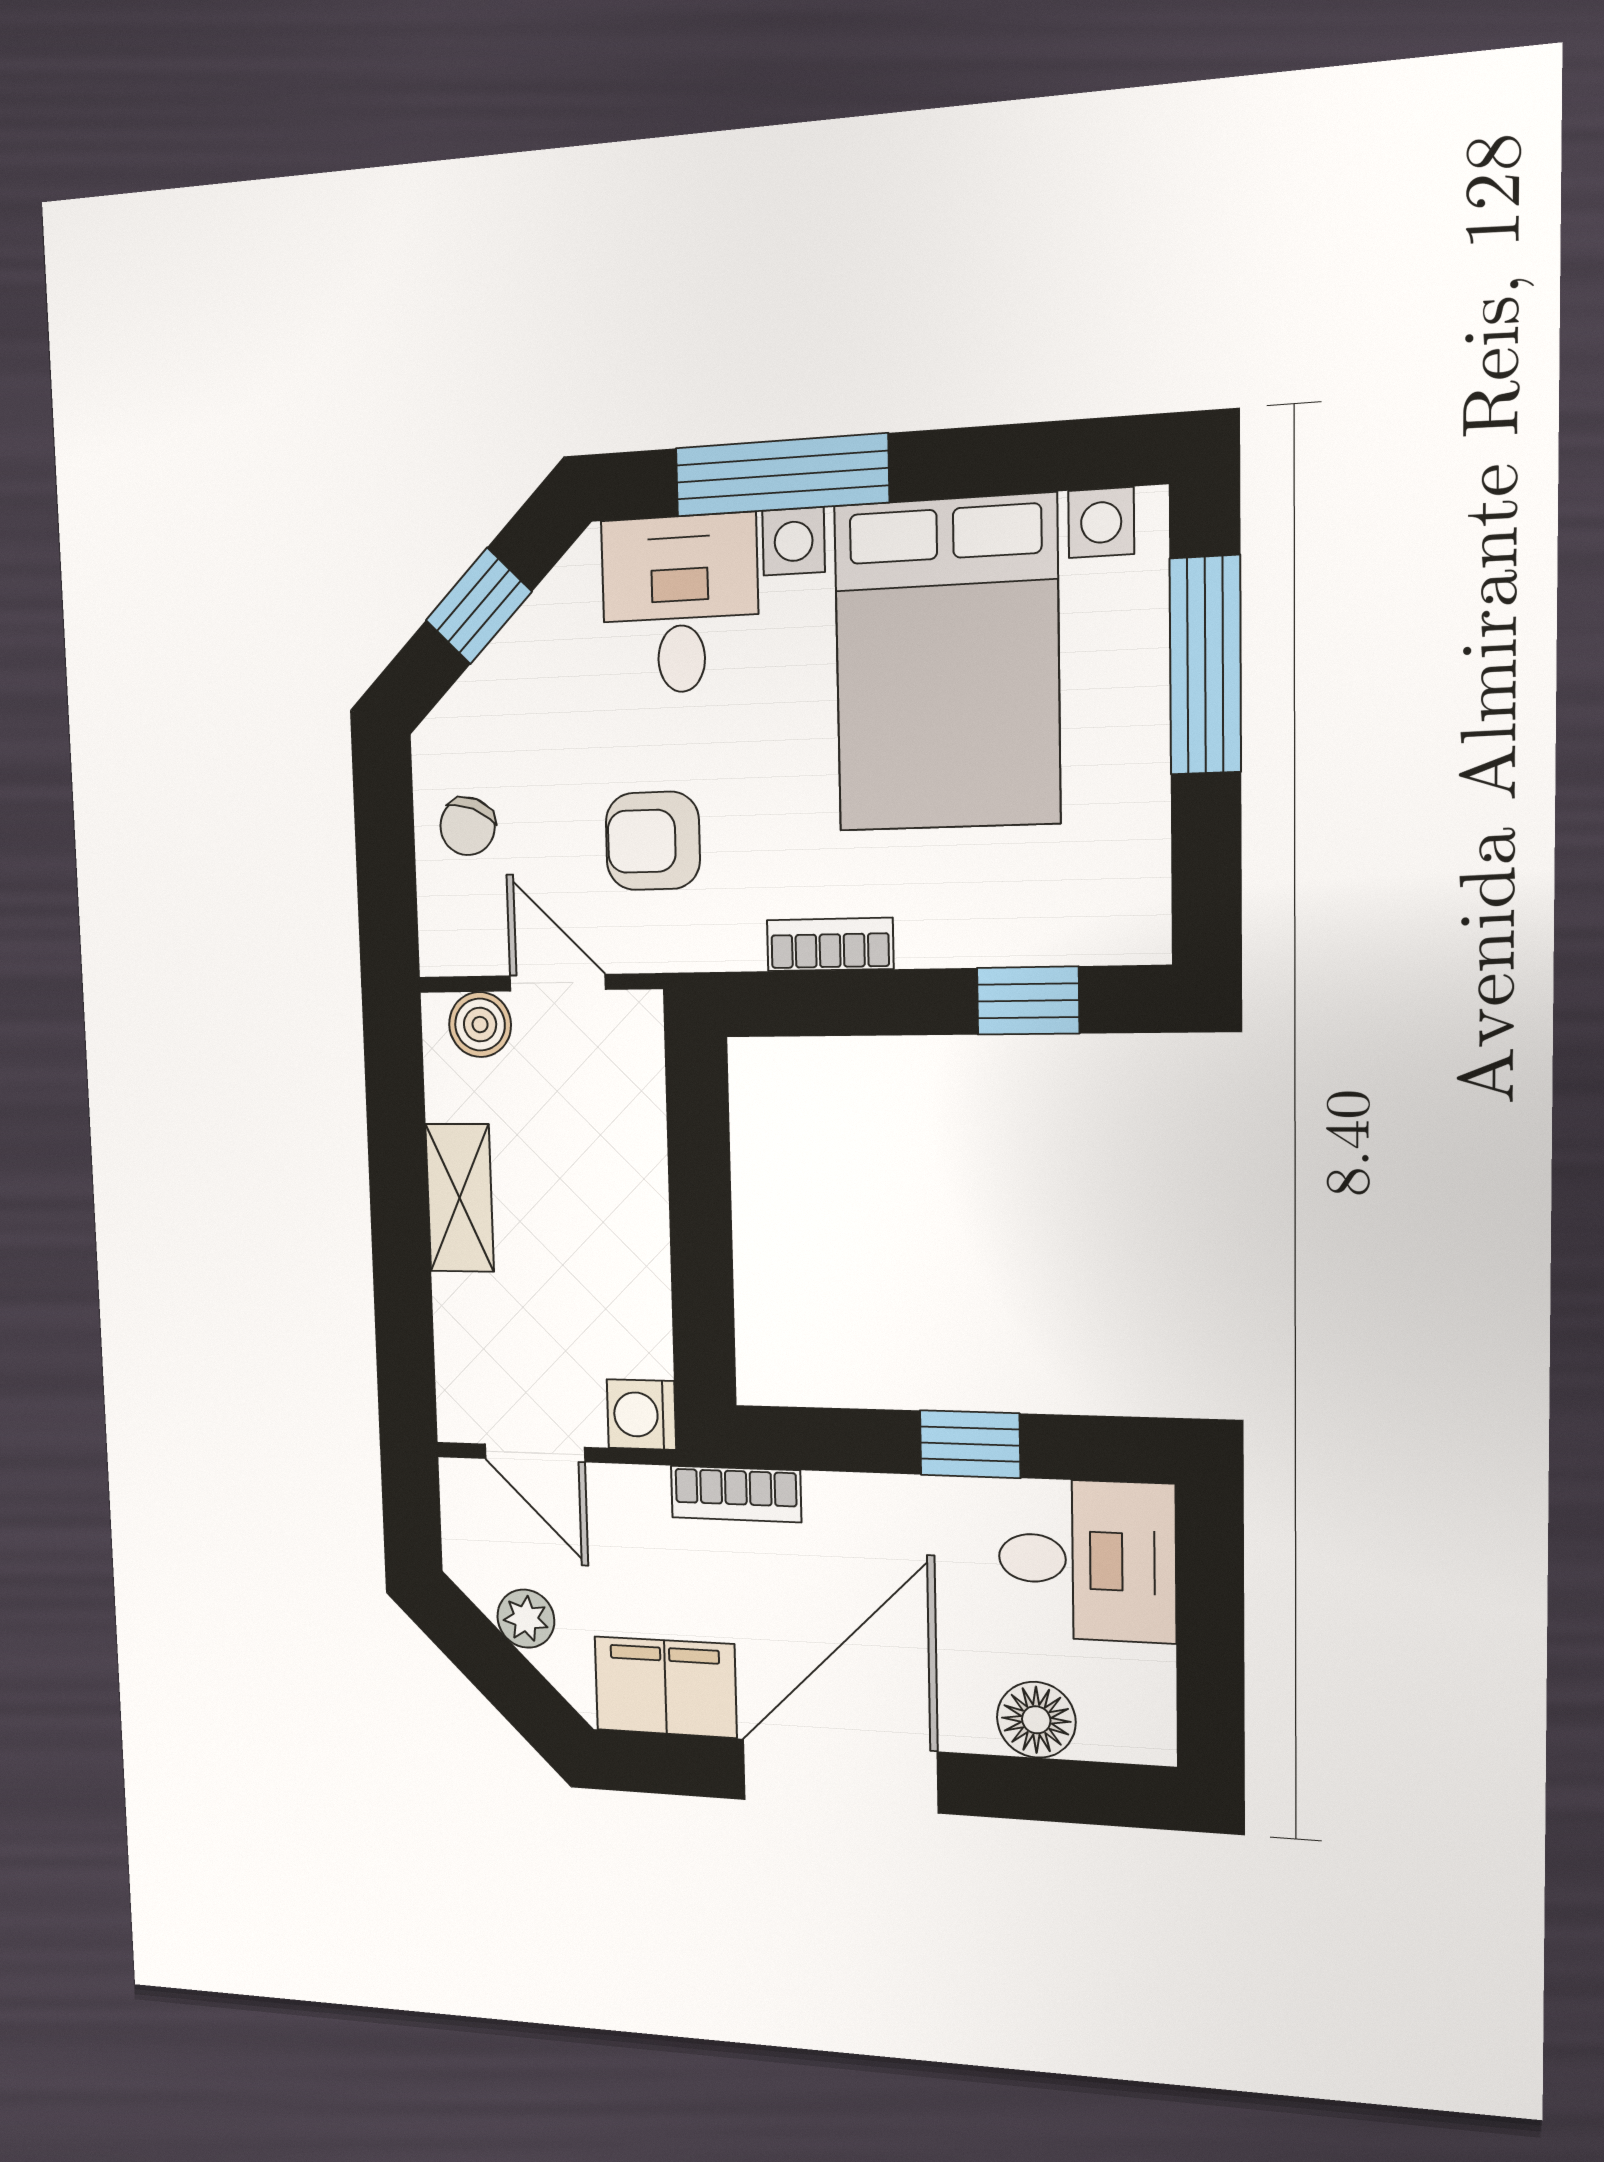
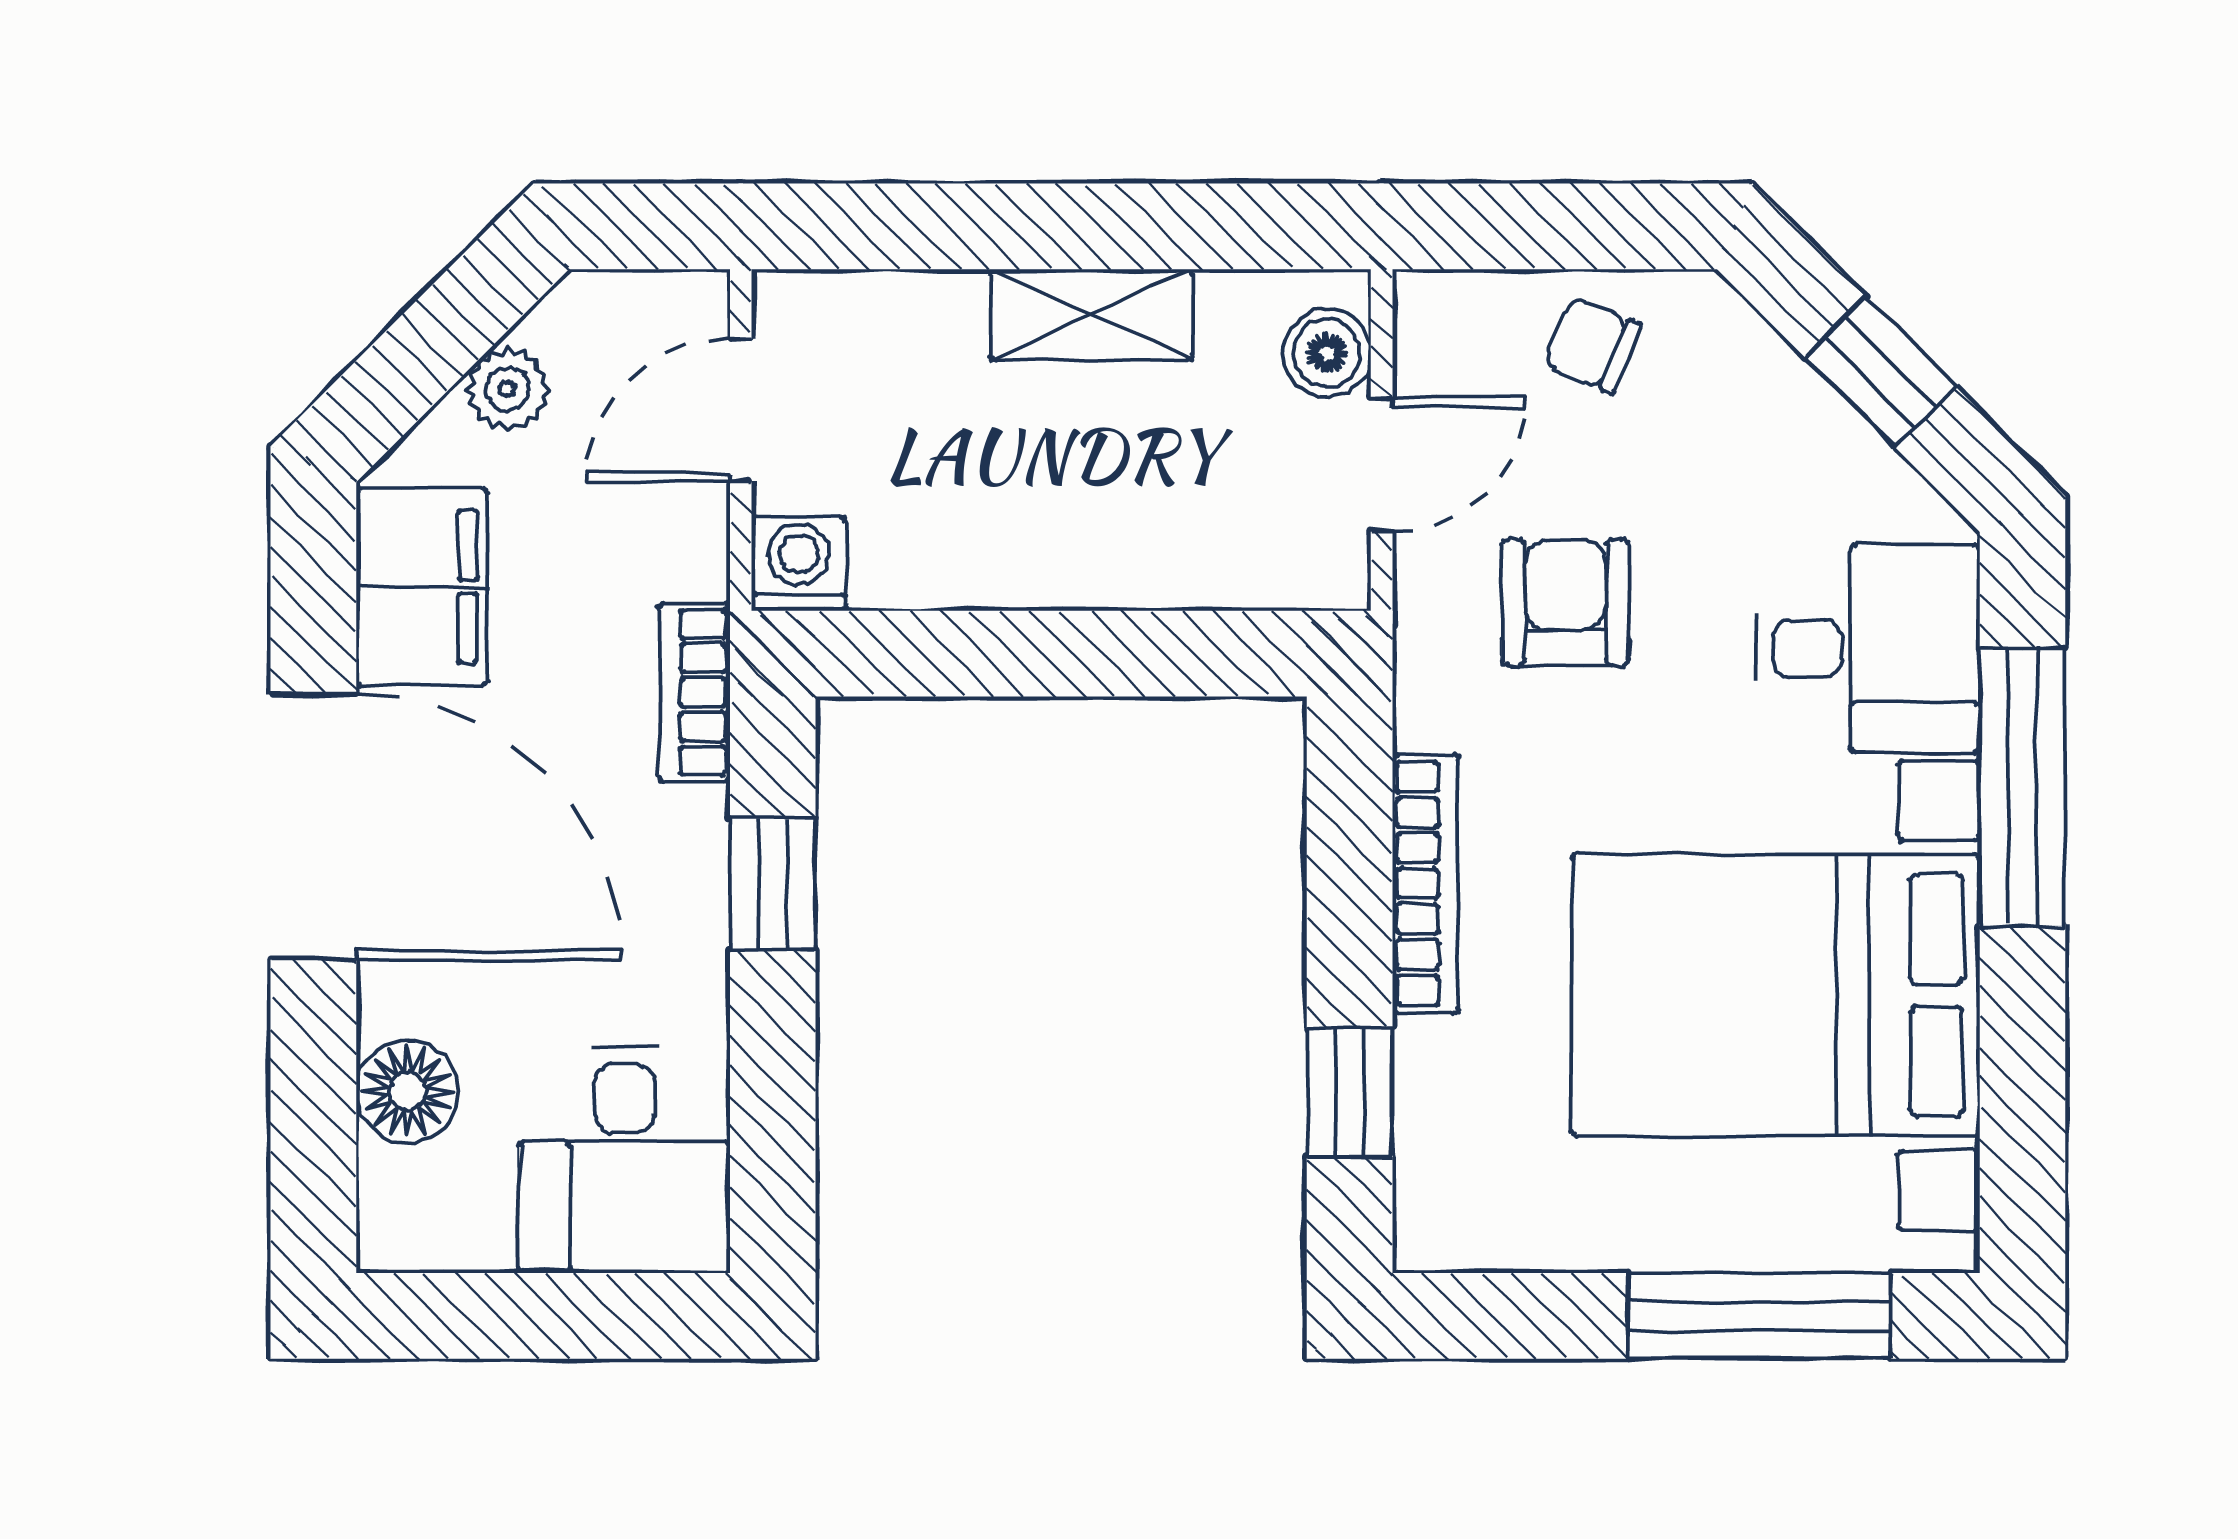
bookcase: (830, 944) -> (1425, 883), width x1.56
window: (970, 1444) -> (773, 883), moved

